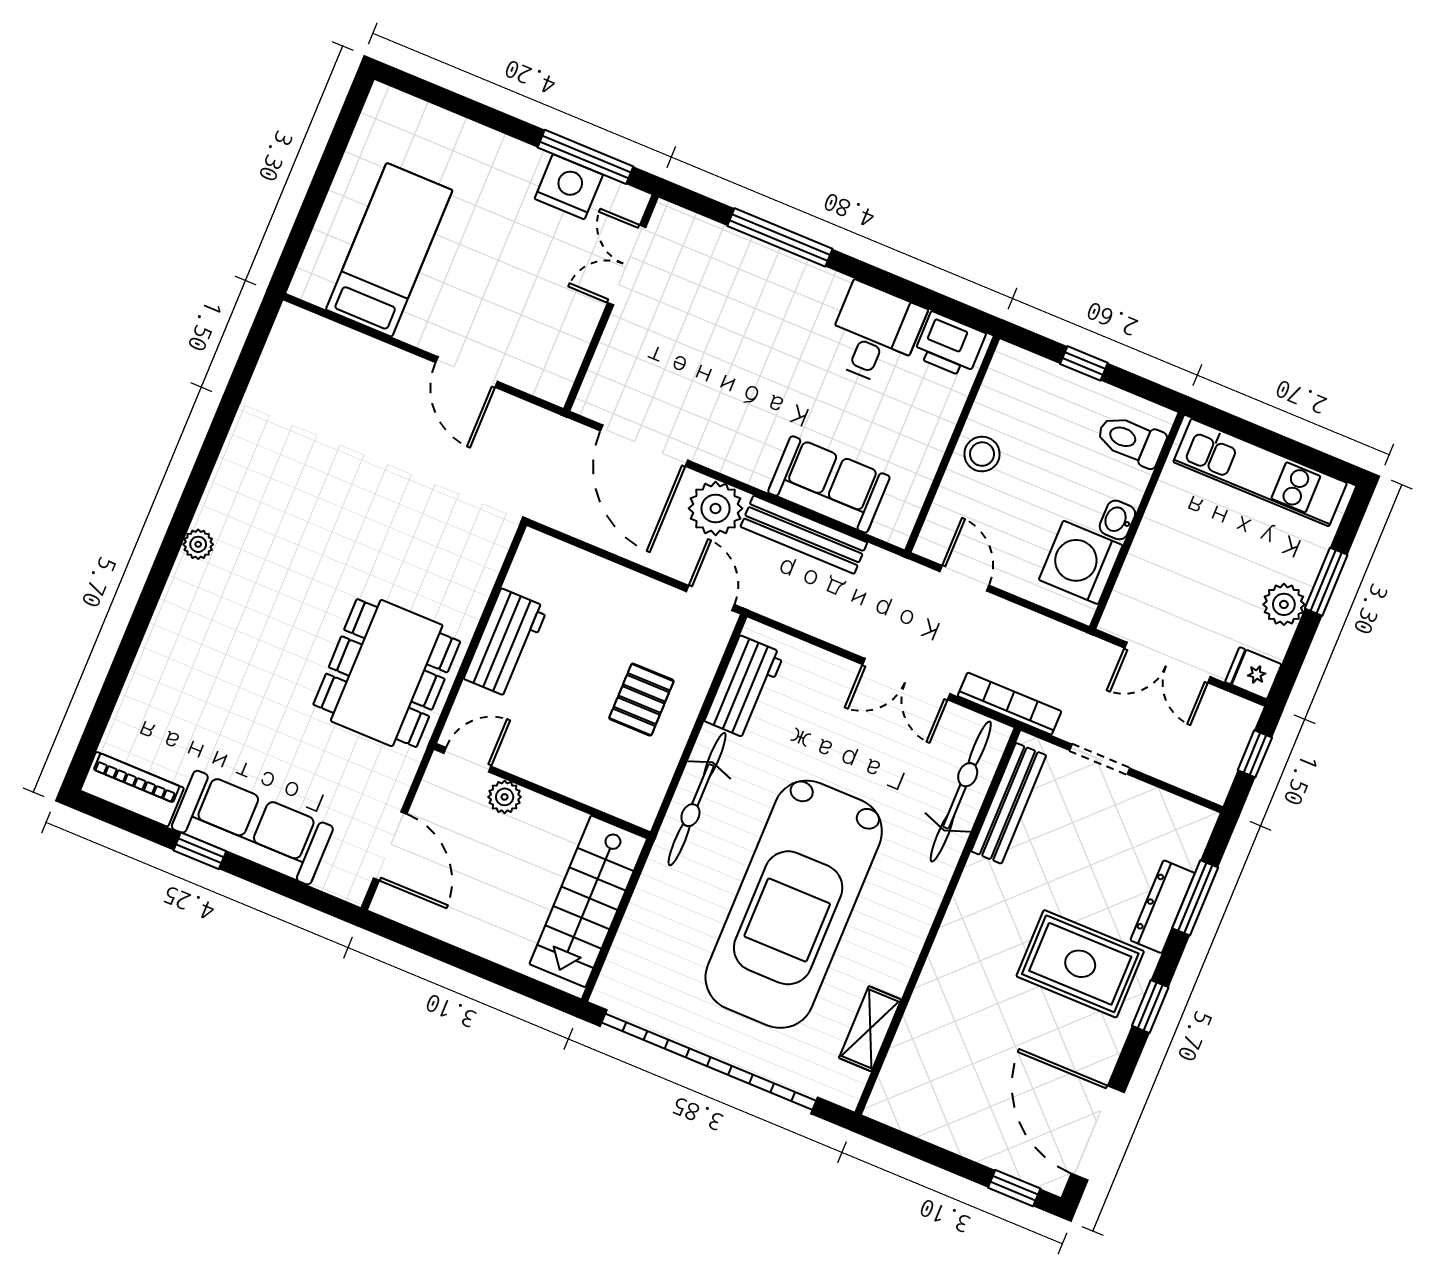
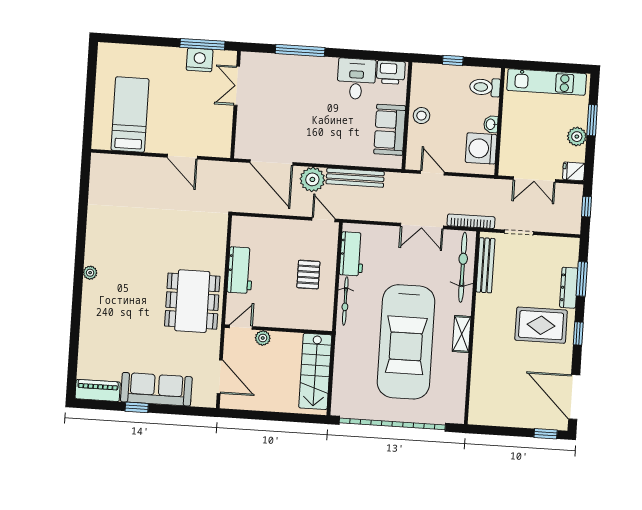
sofa: (829, 484) -> (390, 130), moved, turned -90
bicycle: (697, 799) -> (345, 301), width x0.73, depth x0.71
shelving: (870, 1029) -> (462, 334), moved

